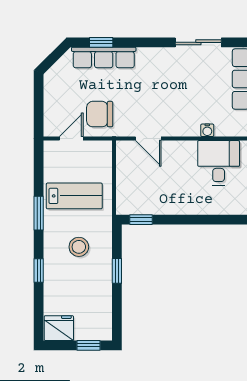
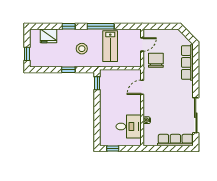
window: (101, 42) -> (196, 61), removed
sliding door: (198, 42) -> (196, 115), width x1.37
door: (71, 139) -> (142, 44), hinge flipped
window: (39, 213) -> (101, 26), width x1.44
fridge: (59, 328) -> (48, 36), moved, turned 90

